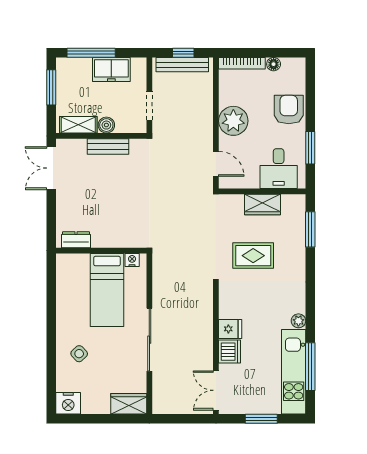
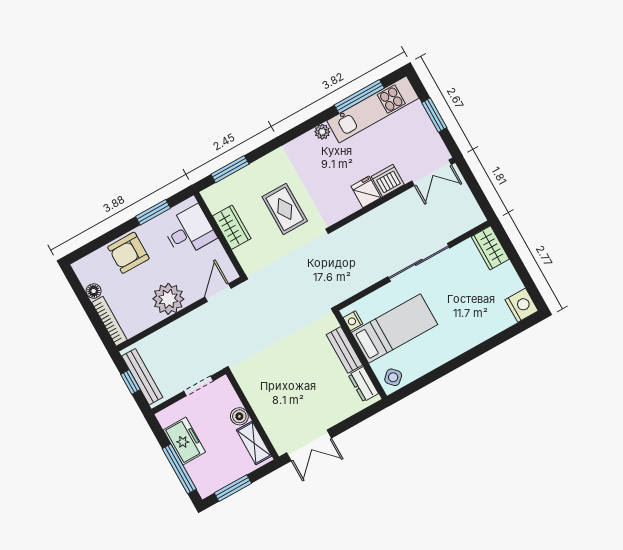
bench: (108, 147) -> (344, 350), moved
side table: (79, 354) -> (393, 377), moved

